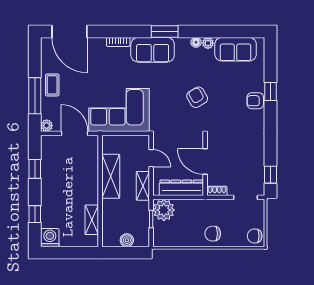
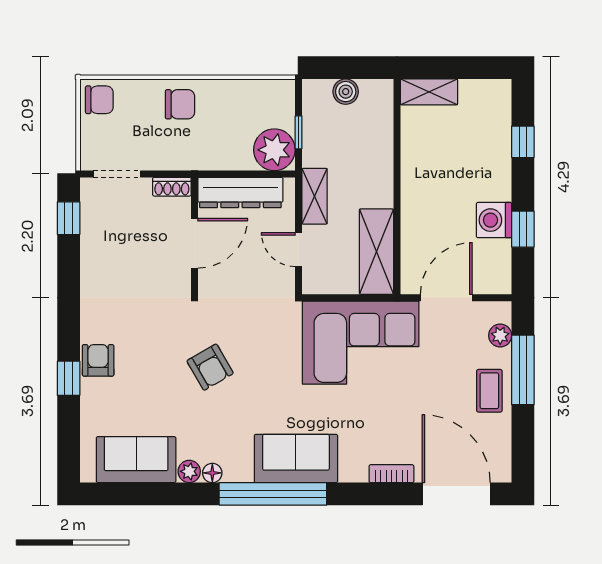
window: (165, 31) -> (273, 494), width x2.11
bookcase: (118, 42) -> (391, 474), moved
armchair: (255, 101) -> (98, 360), turned -90
plant: (47, 126) -> (500, 336), moved
door: (75, 133) -> (446, 298), swing flipped
door: (205, 162) -> (194, 243), hinge flipped
shelving: (111, 176) -> (376, 252), moved
shelving: (92, 220) -> (429, 92), moved, turned 90
washing machine: (50, 238) -> (494, 220), moved, turned 90

